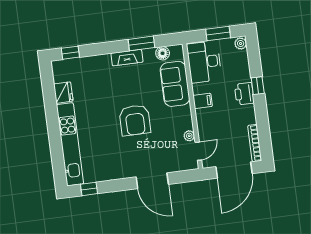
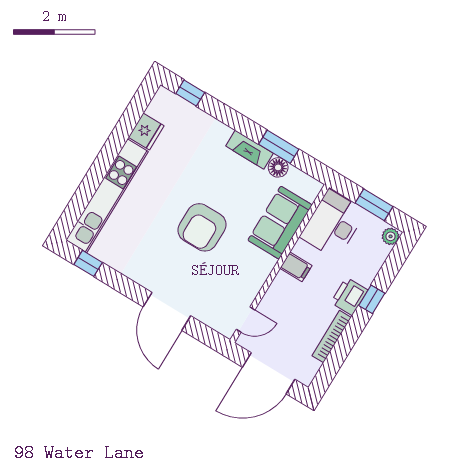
floor lamp: (163, 53) -> (278, 167), moved
plant: (189, 136) -> (249, 294), removed
bookcase: (255, 143) -> (332, 337), moved

